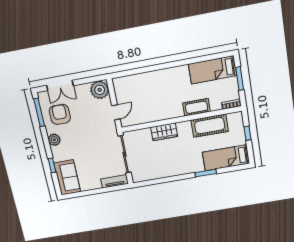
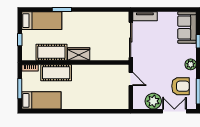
plant: (100, 90) -> (153, 101), moved
cot: (196, 107) -> (56, 73), width x1.37, depth x1.34
door: (116, 112) -> (131, 79), swing flipped
armchair: (60, 114) -> (180, 86), turned -90
wardrobe: (164, 132) -> (79, 54), moved

